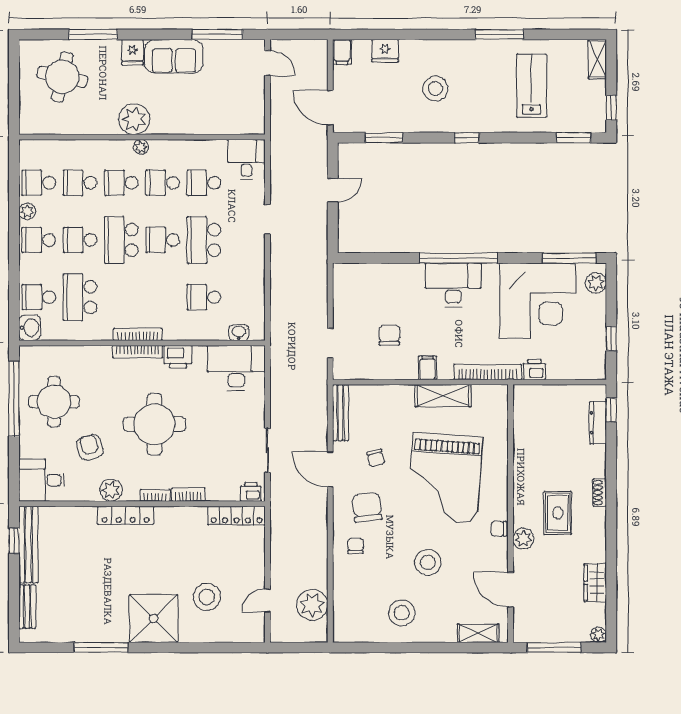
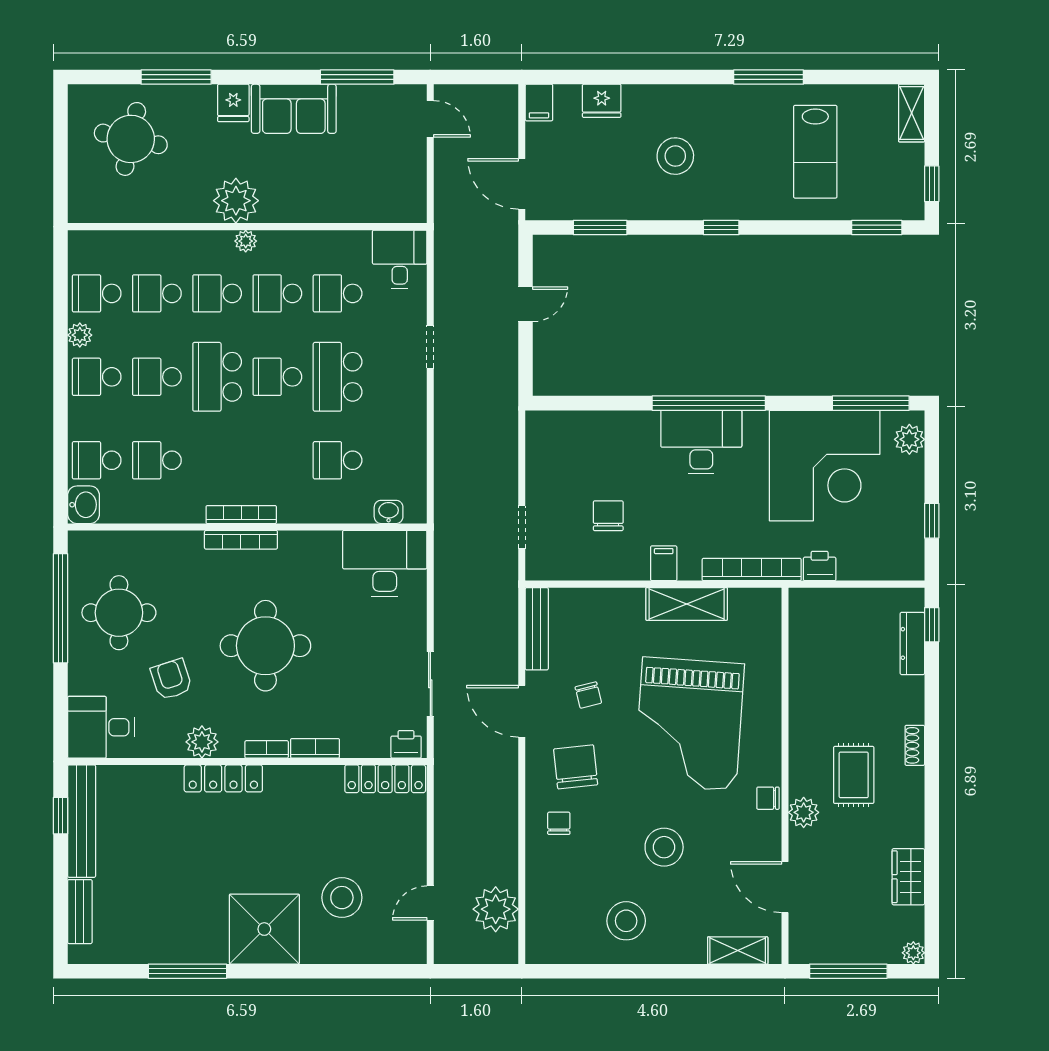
lab bench: (531, 86) -> (815, 152), turned 180
school desk: (80, 297) -> (157, 460), width x0.54
printer: (178, 357) -> (300, 547), removed

